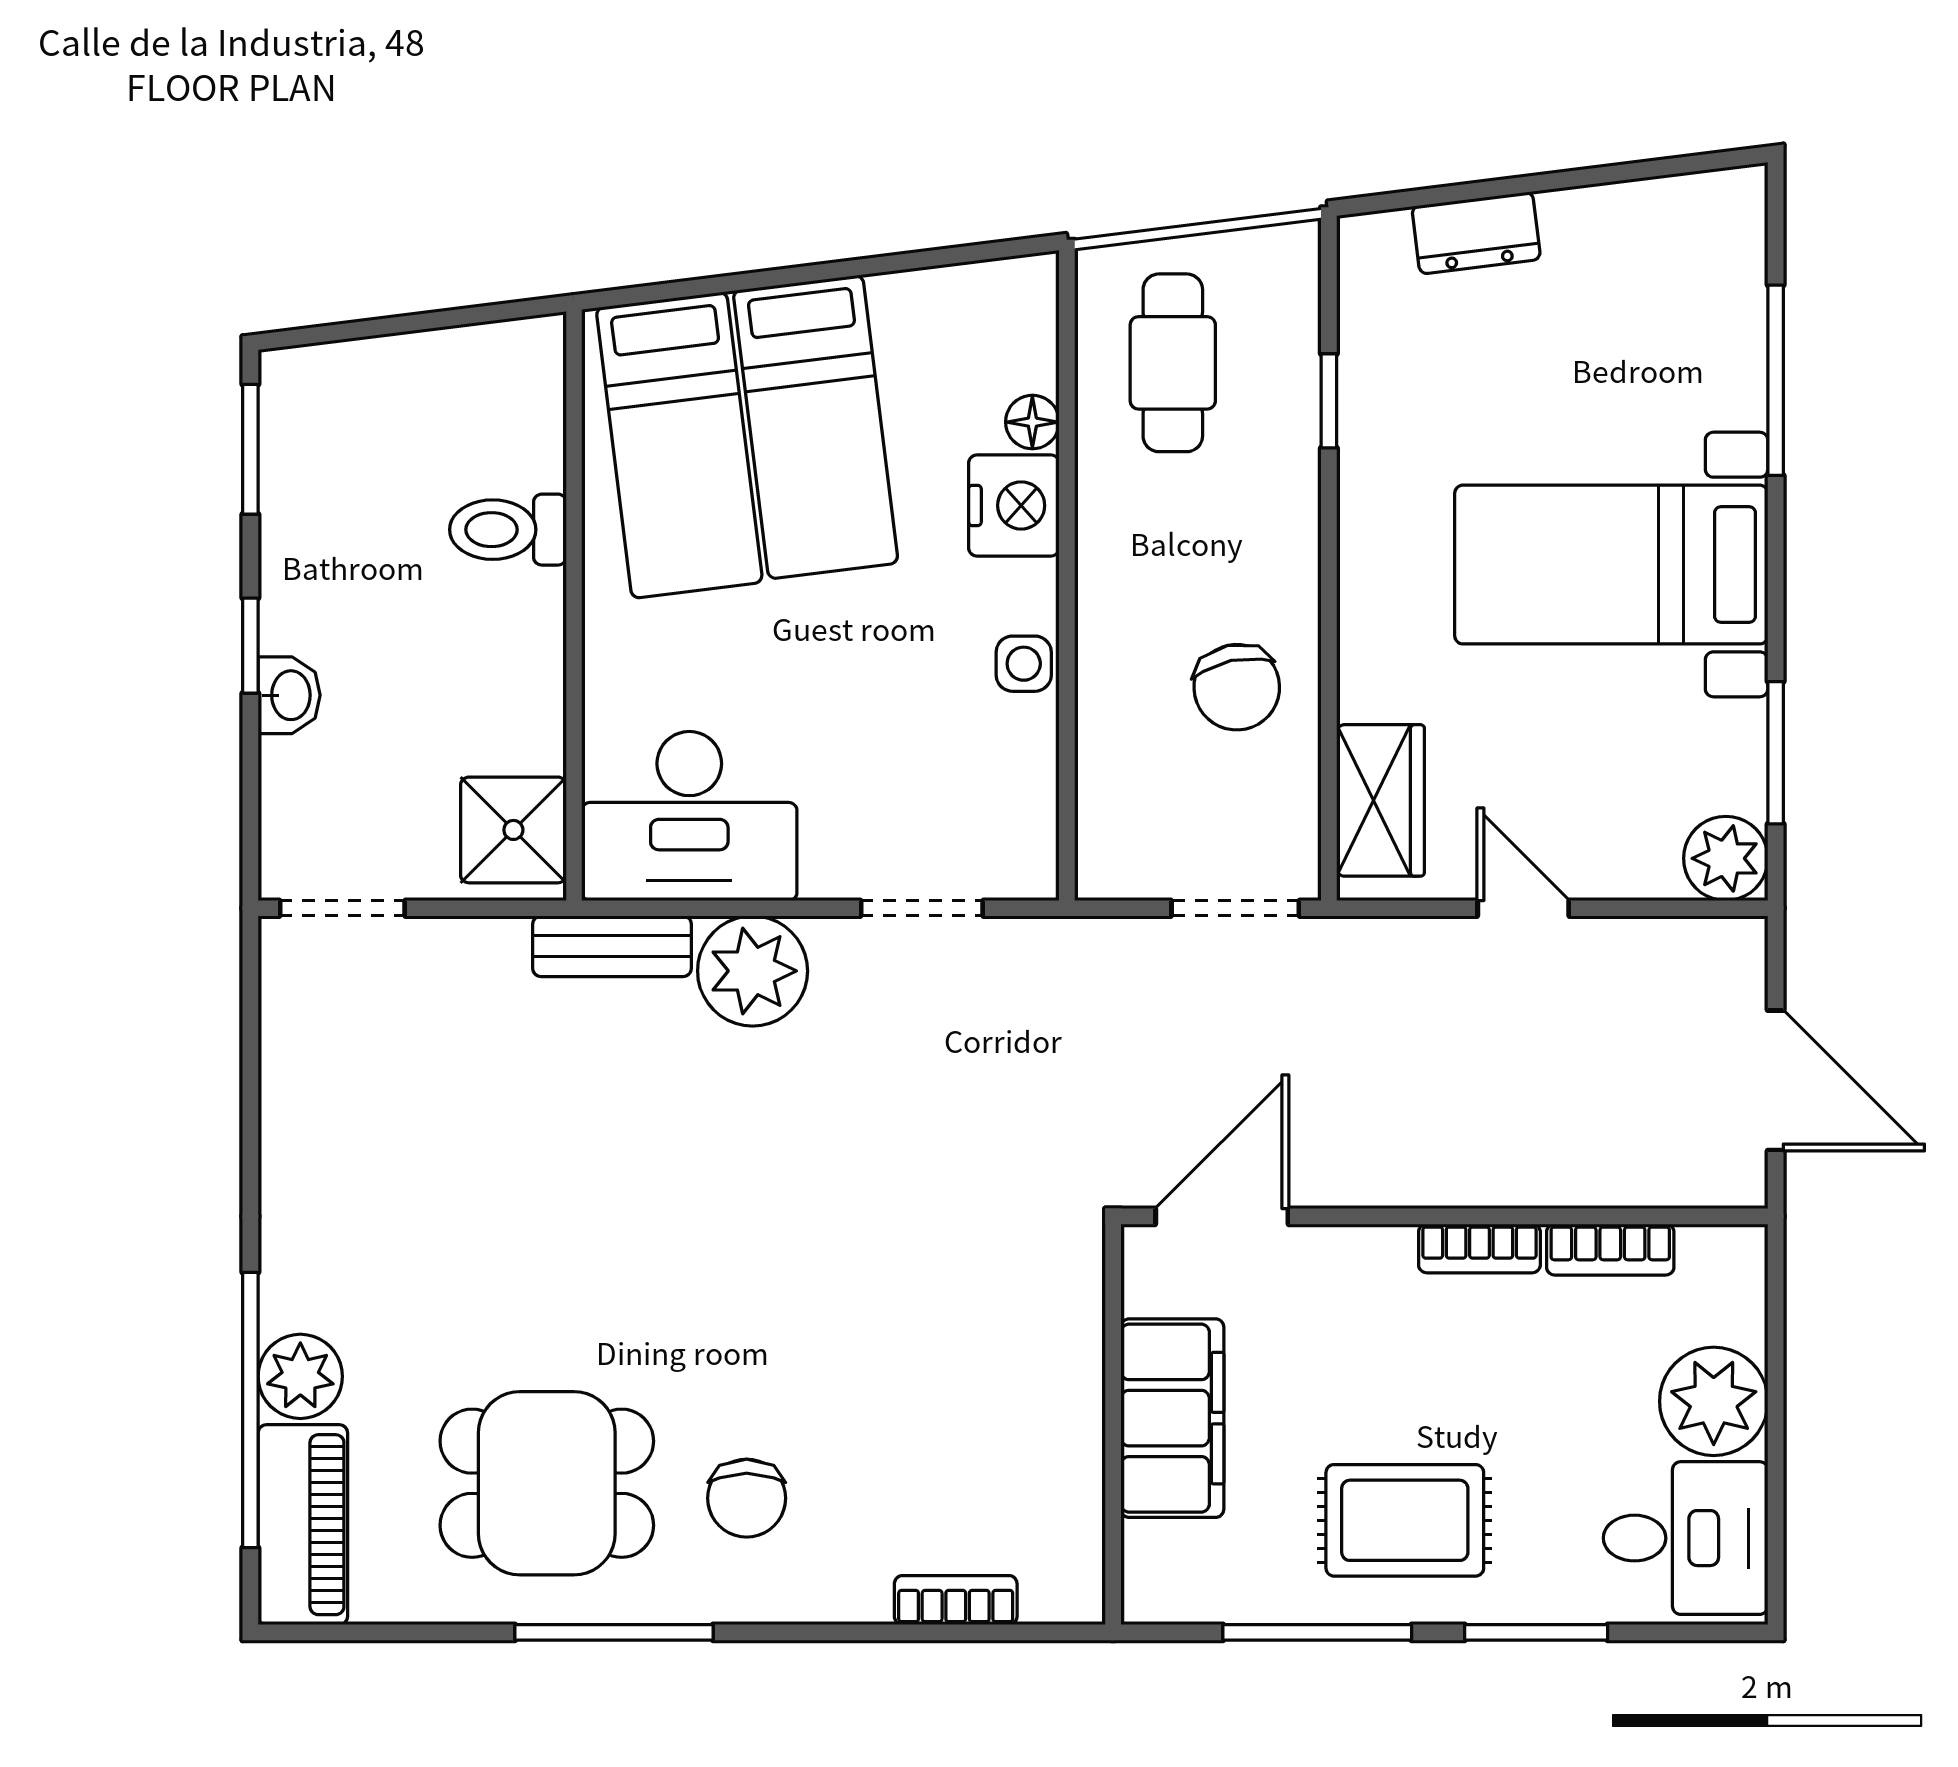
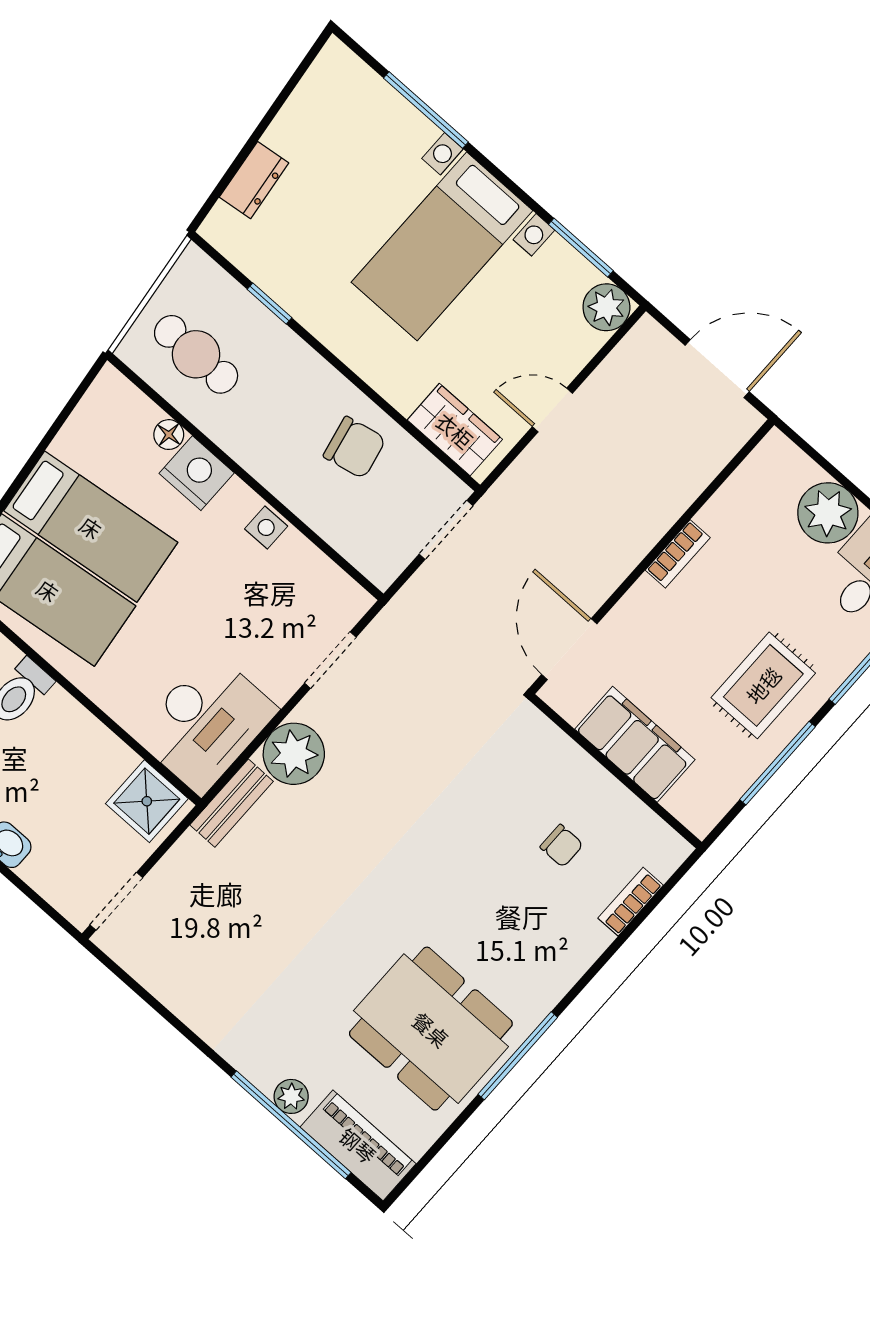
bookcase: (1610, 1250) -> (726, 500), removed
plant: (300, 1376) -> (291, 1096), width x0.73, depth x0.73
dining table: (547, 1483) -> (431, 1029), width x1.38
chair: (747, 1498) -> (562, 846), moved, width x0.73, depth x0.73

